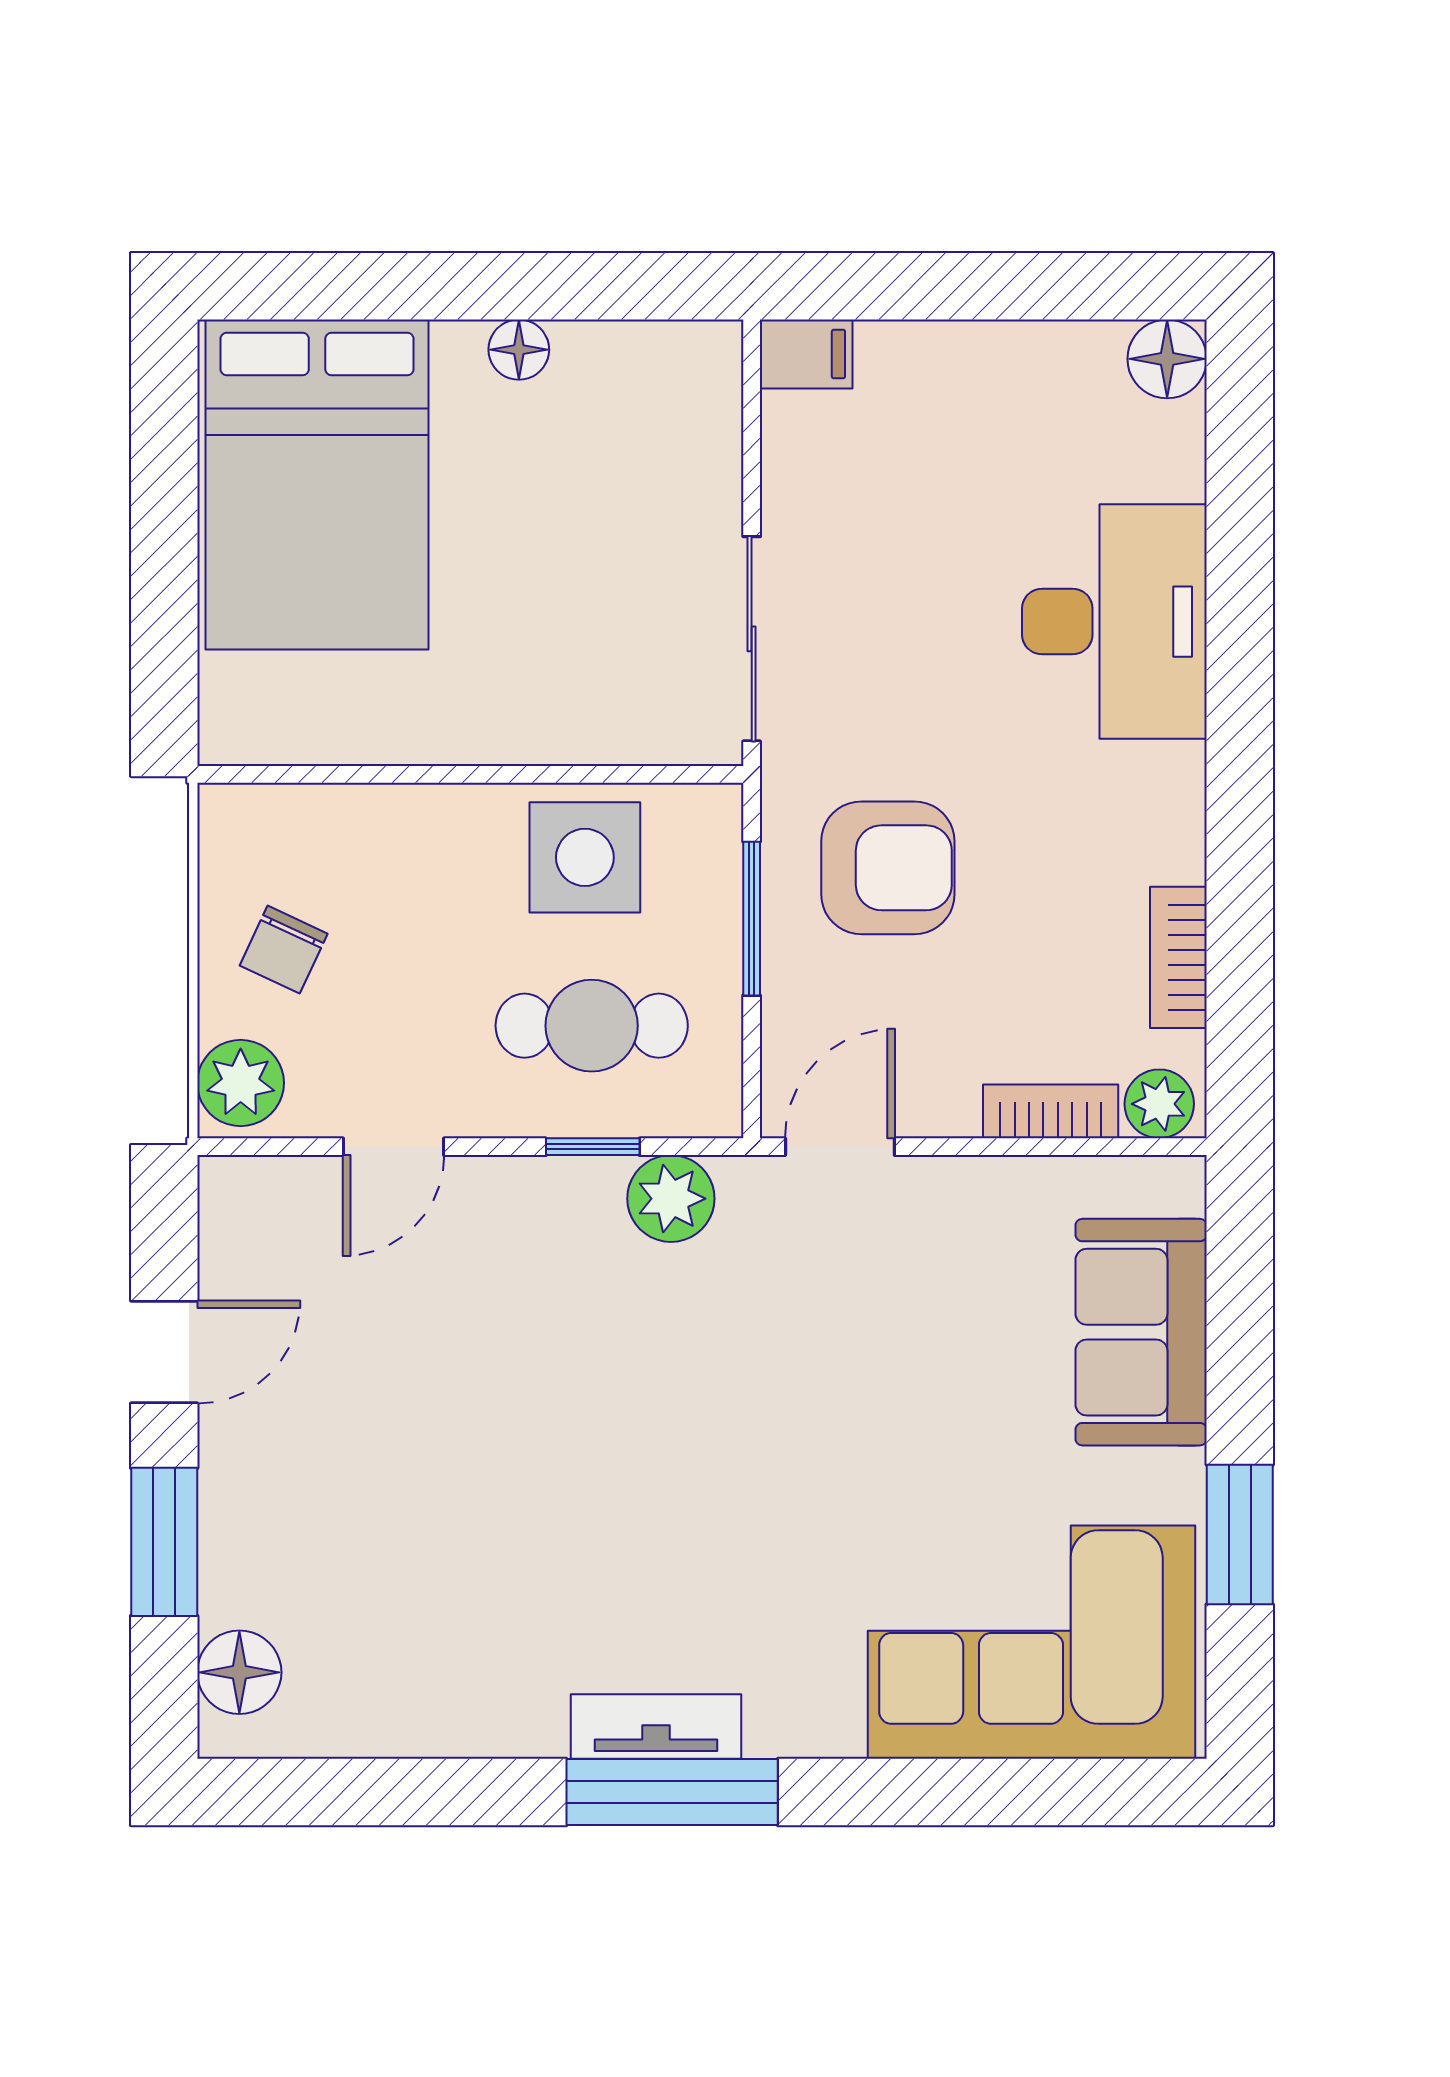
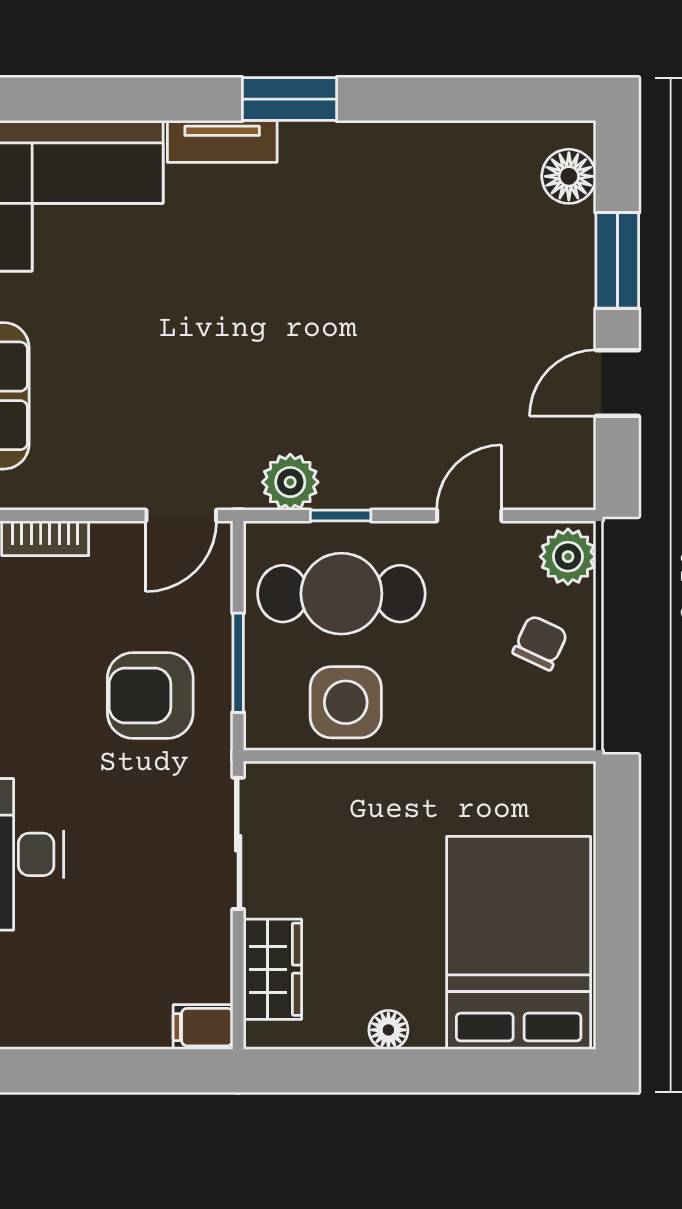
wardrobe: (698, 444) -> (273, 969), added
cafe table: (592, 1026) -> (341, 594), width x1.37, depth x1.35
tv unit: (656, 1726) -> (222, 141), moved
window: (672, 1792) -> (289, 99), width x0.69

